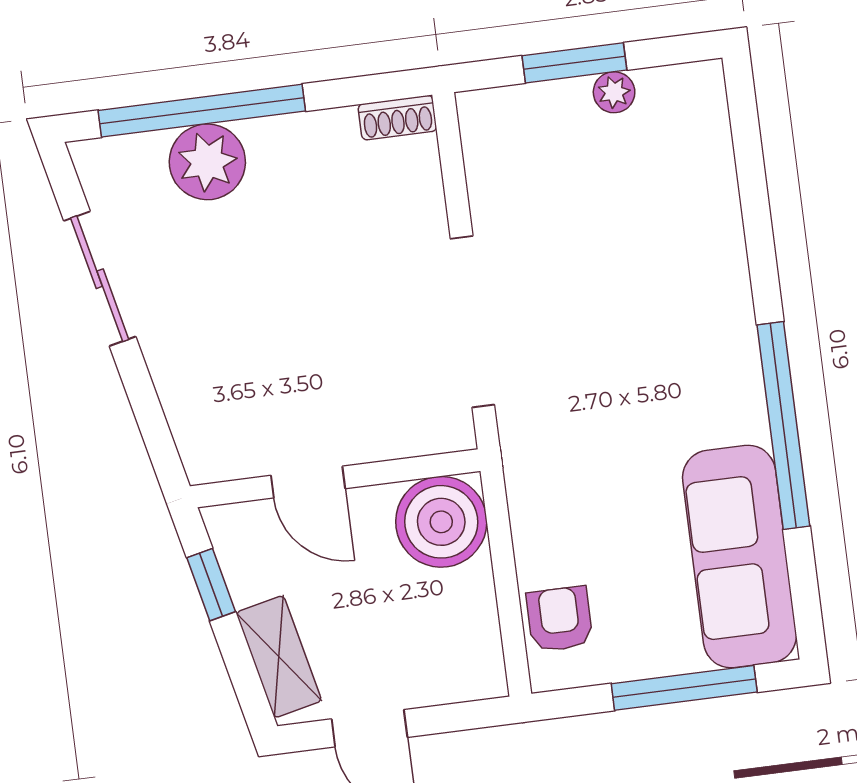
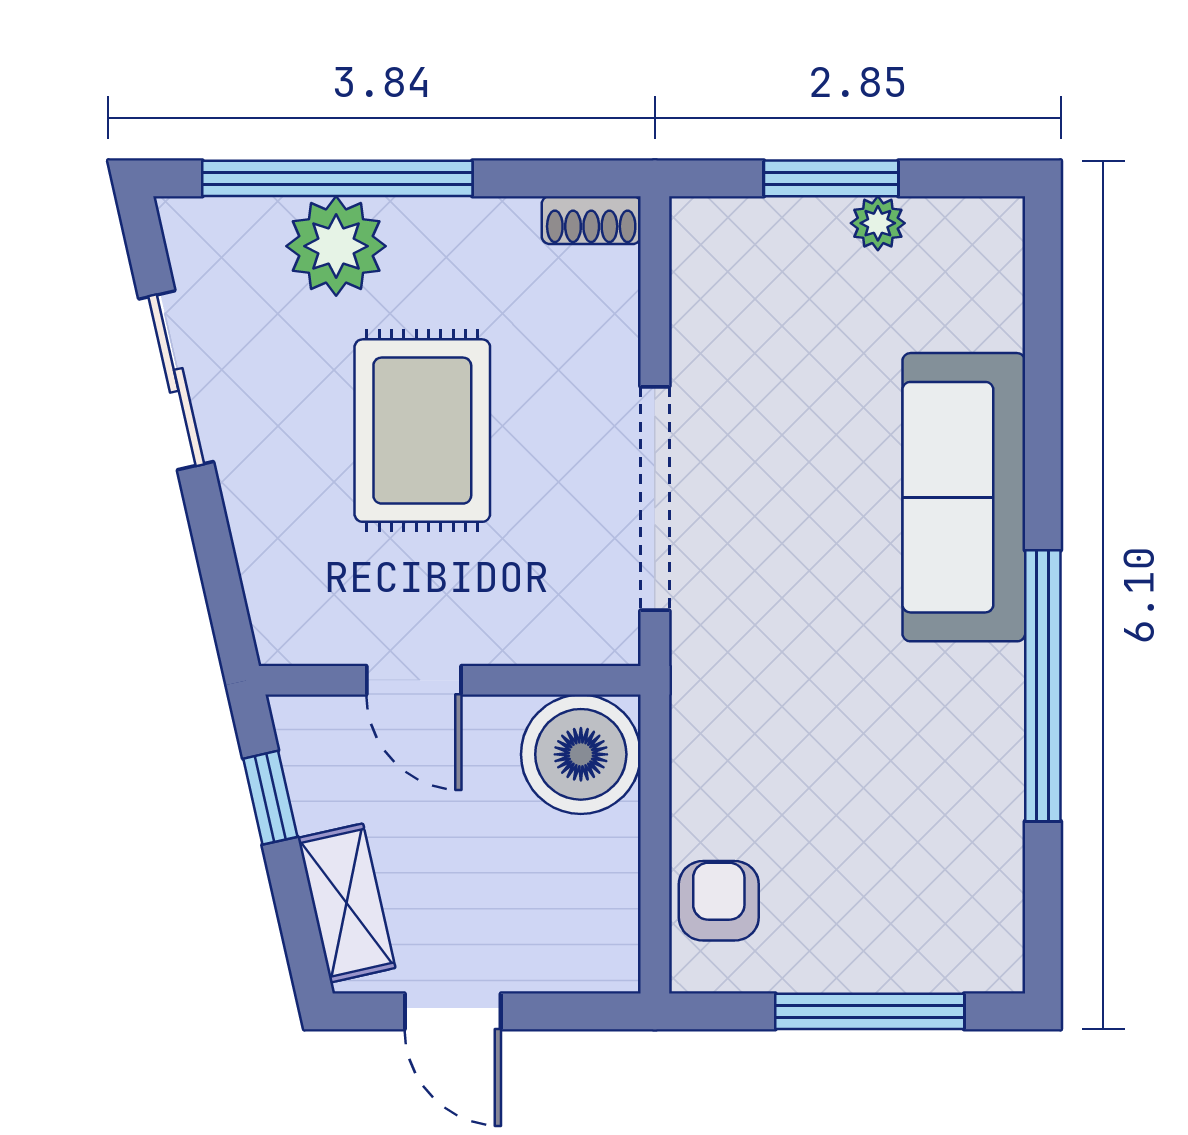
rug: (290, 293) -> (422, 431), added
sofa: (739, 557) -> (964, 497), moved

